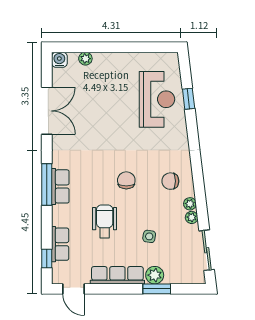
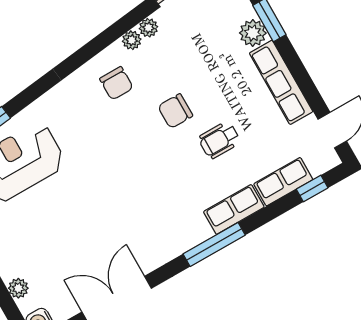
chair: (126, 180) -> (175, 111), moved
row of seats: (60, 186) -> (234, 209), moved
wheelchair: (105, 221) -> (219, 140), width x0.73, depth x0.73
side table: (149, 236) -> (206, 70), removed

